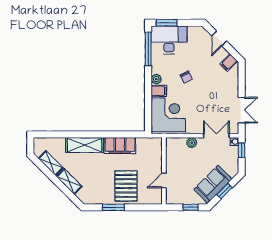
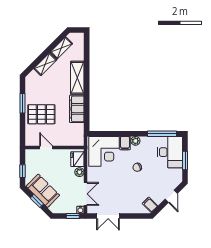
window: (167, 23) -> (185, 160), moved
door: (219, 38) -> (171, 196), swing flipped
fridge: (177, 145) -> (77, 159), added

